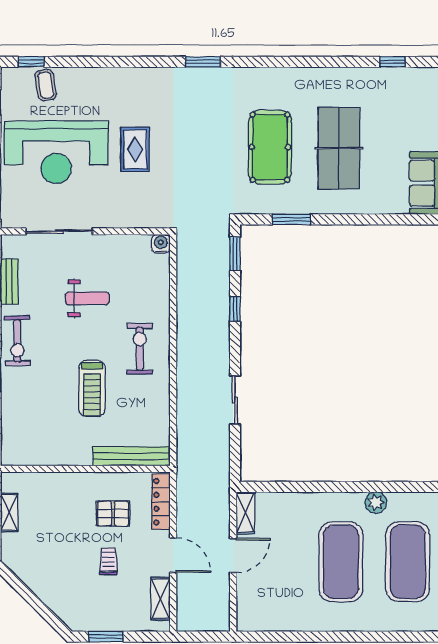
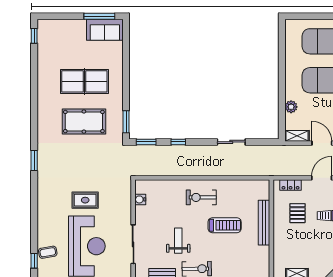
window: (393, 62) -> (34, 36), moved
window: (292, 219) -> (126, 122), moved
water cooler: (161, 244) -> (140, 199), moved
weight bench: (87, 298) -> (178, 241), moved
bench: (132, 456) -> (264, 223), moved
locker: (161, 502) -> (291, 185), width x0.66
plant: (376, 503) -> (291, 107), moved

